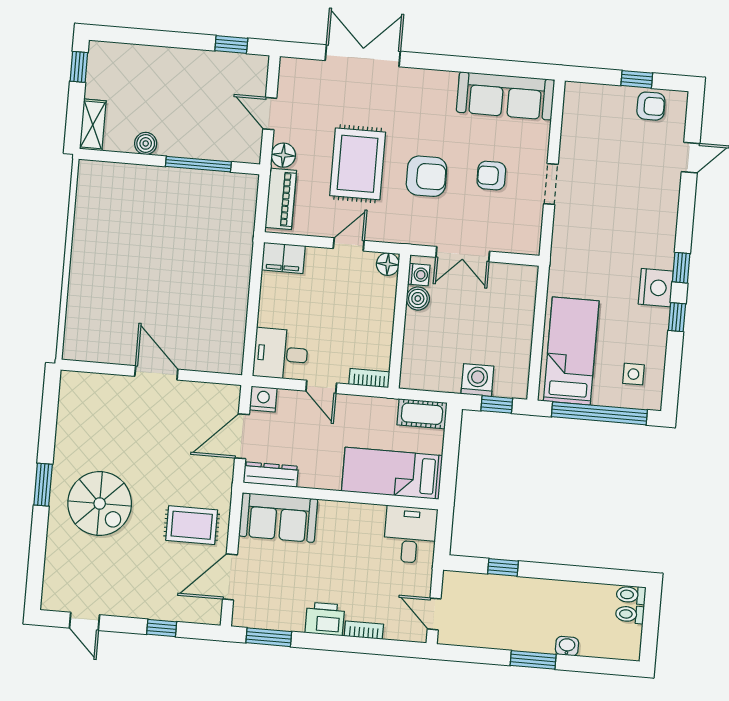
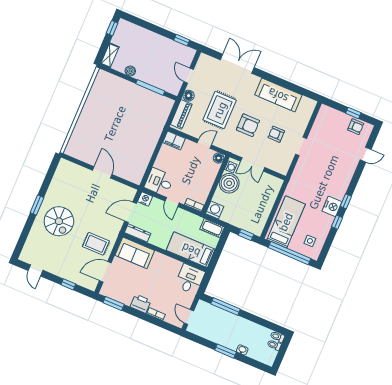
sofa: (506, 96) -> (278, 95), moved
boiler: (418, 299) -> (229, 183), width x1.86, depth x1.86
washing machine: (477, 380) -> (215, 210), moved
window: (503, 567) -> (226, 307), width x2.17

